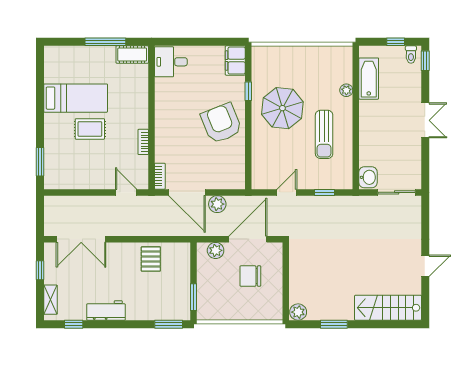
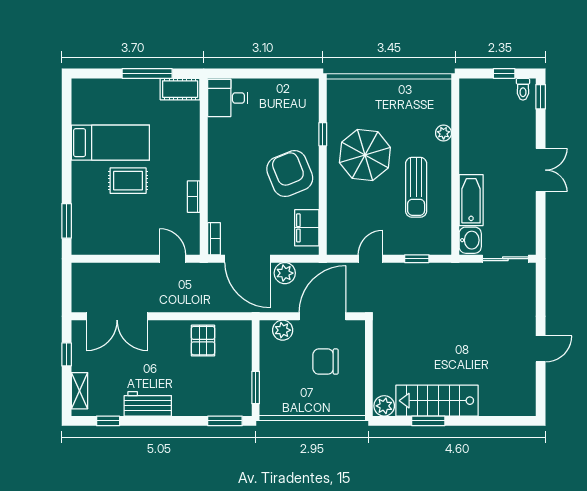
filing cabinet: (235, 61) -> (307, 228), moved
bathtub: (369, 79) -> (471, 200), moved
stairs: (388, 308) -> (437, 401), moved

